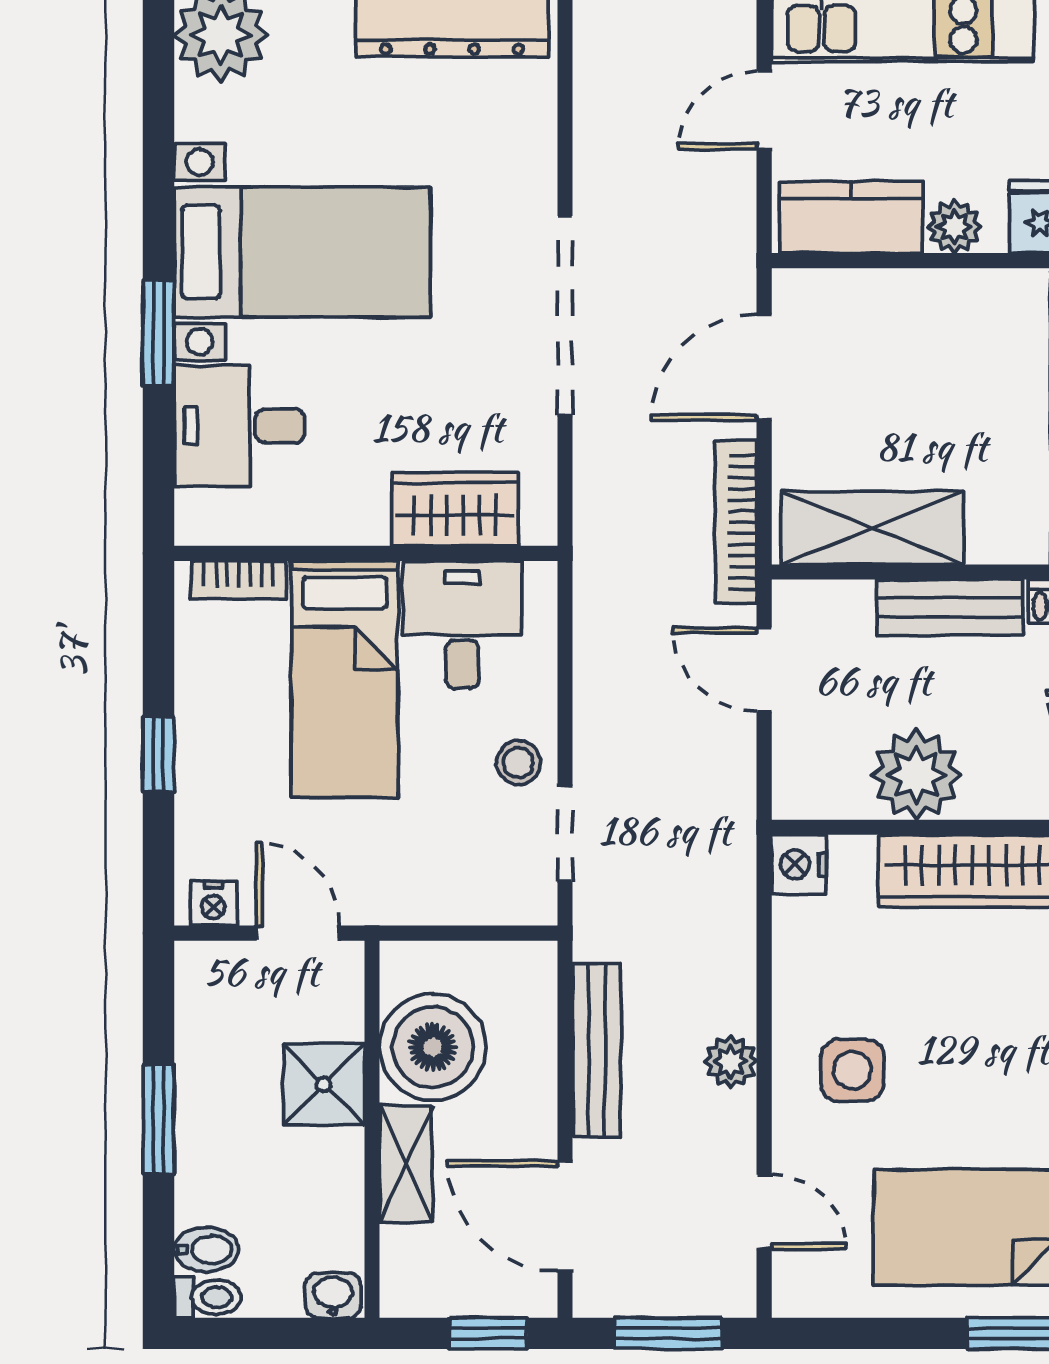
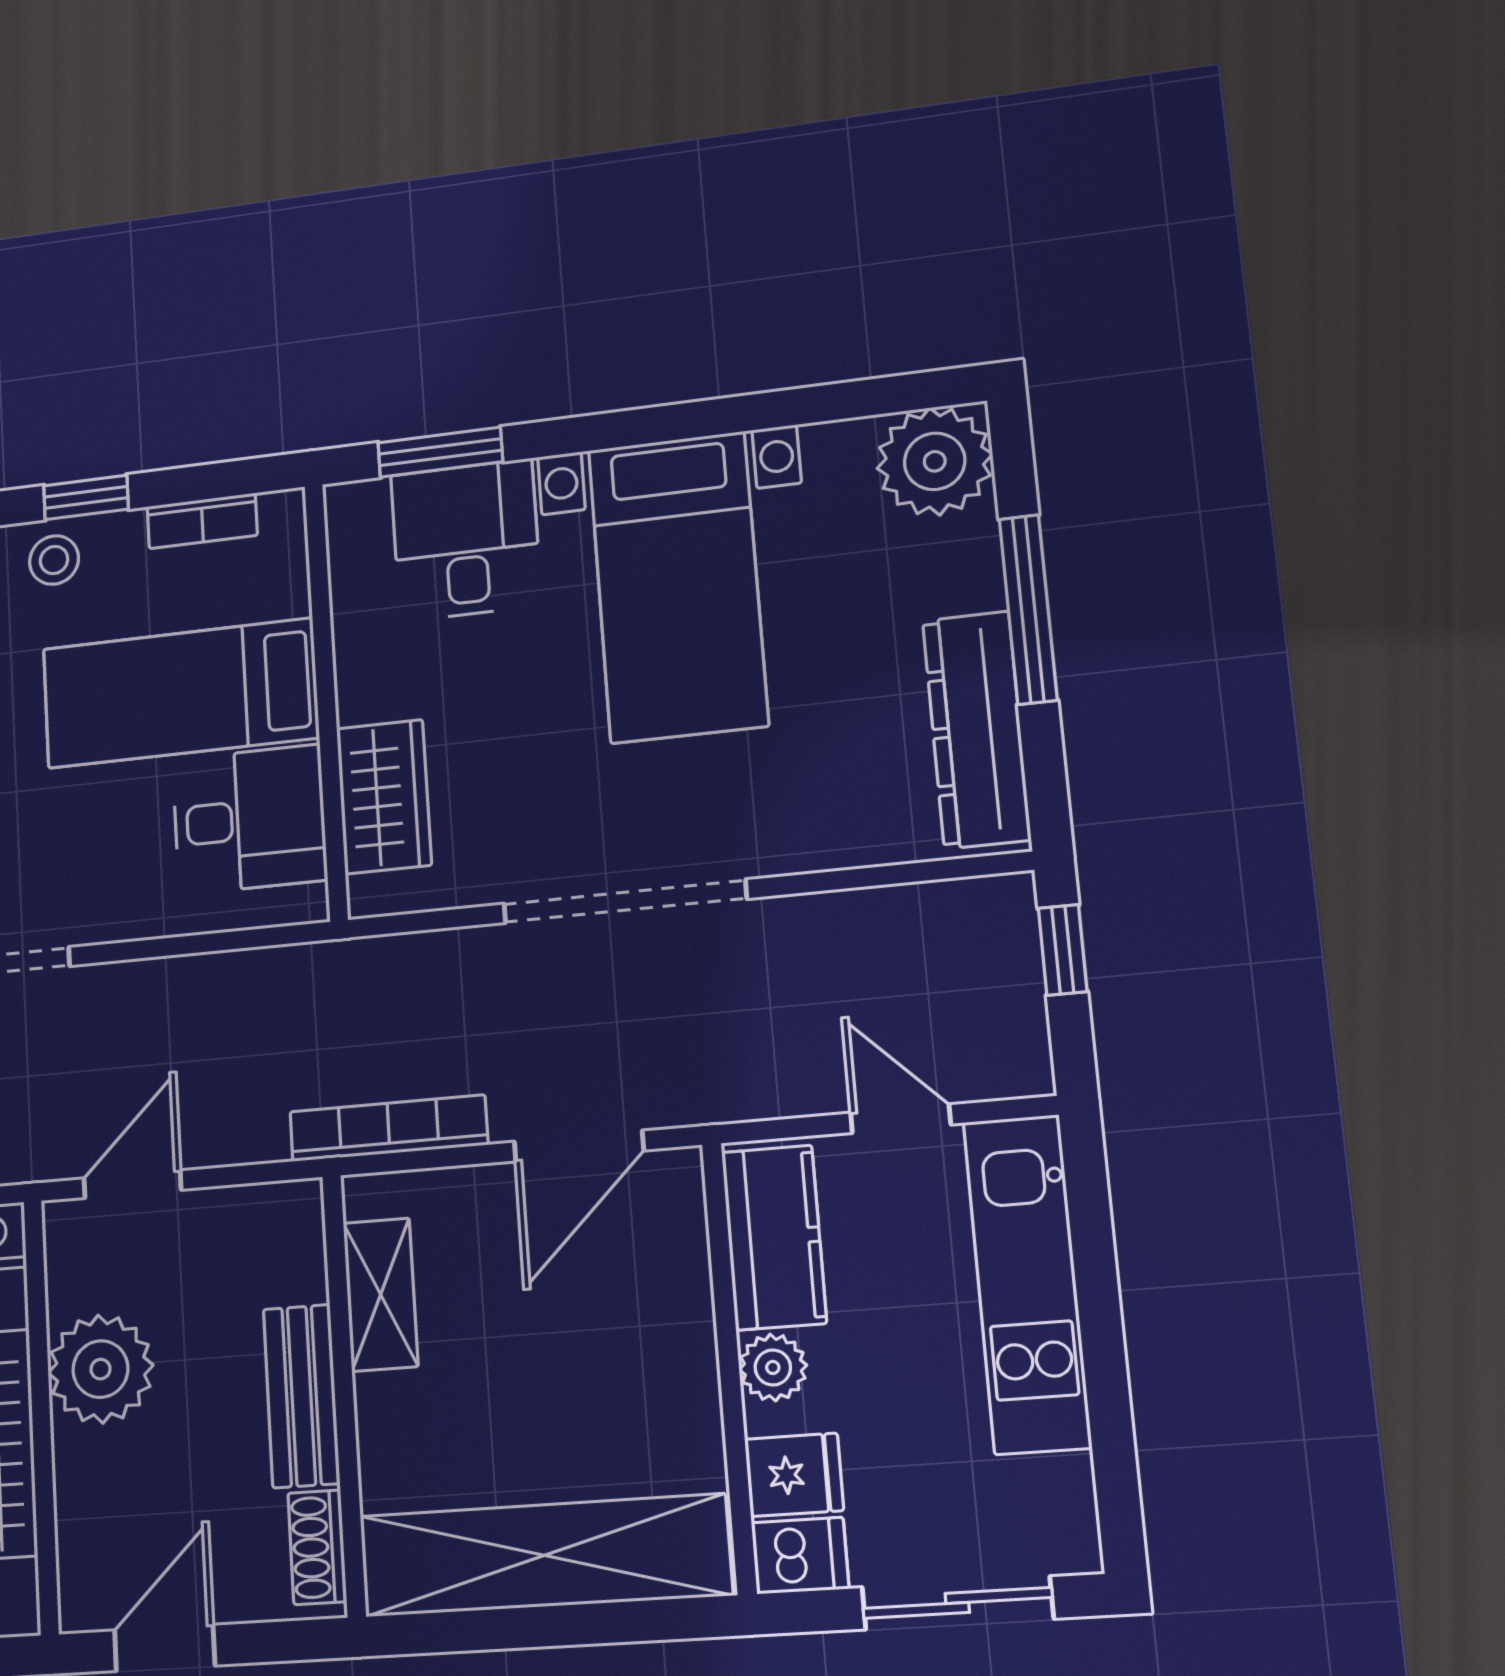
window: (158, 333) -> (440, 452), moved
door: (764, 367) -> (579, 1146), swing flipped
shelving: (872, 528) -> (381, 1295), width x0.67, depth x0.75
bookcase: (239, 580) -> (202, 521), moved, turned -90
door: (764, 670) -> (132, 1184), moved
stool: (518, 763) -> (54, 560), moved

